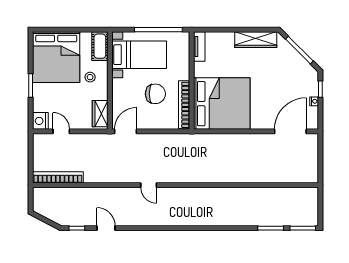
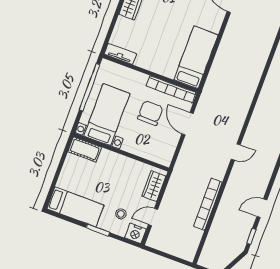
bed: (56, 57) -> (75, 207), width x0.49
stool: (90, 77) -> (121, 214), moved
bed: (222, 104) -> (196, 57), width x0.49
wardrobe: (100, 114) -> (154, 186), moved, turned 90
door: (126, 131) -> (187, 124), moved
bookcase: (58, 177) -> (208, 204), moved

